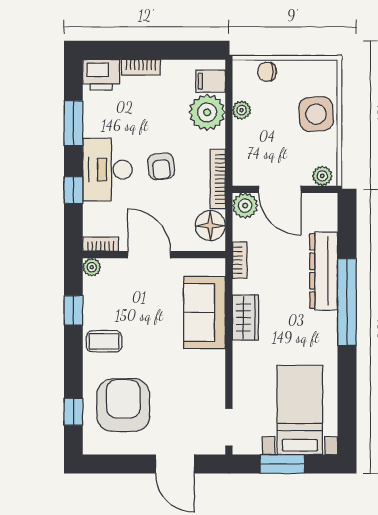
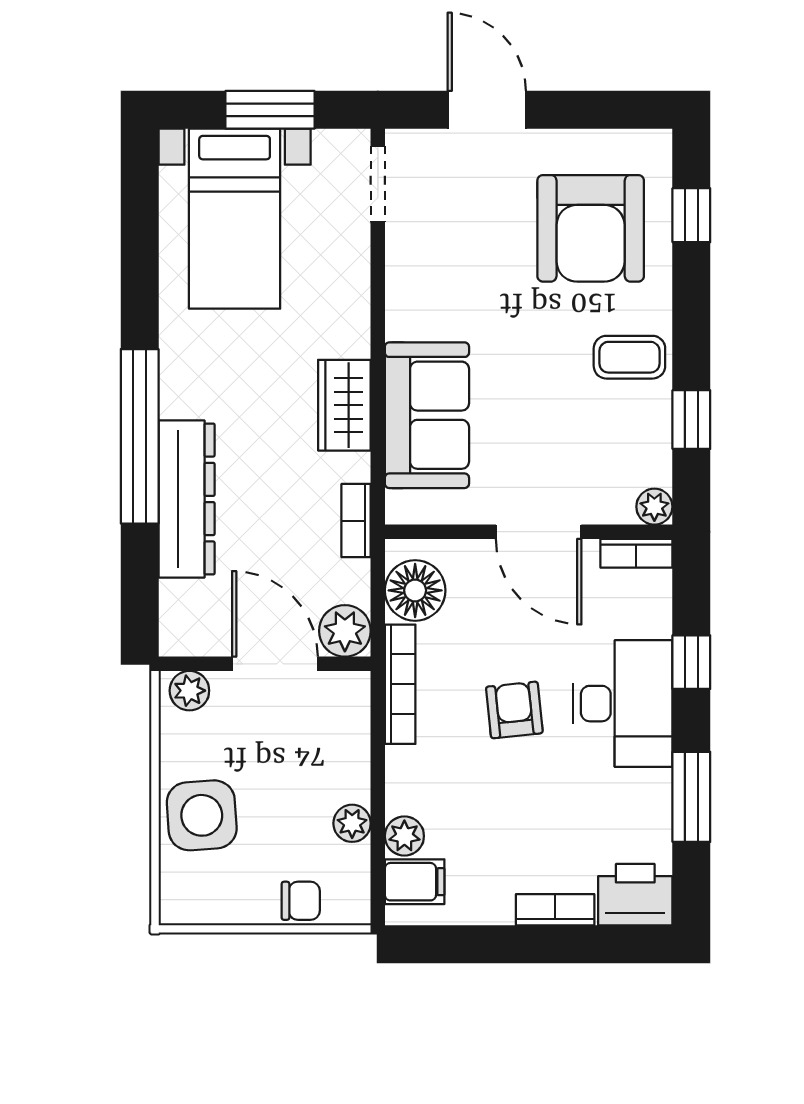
plant: (207, 112) -> (404, 836), width x0.53, depth x0.53

